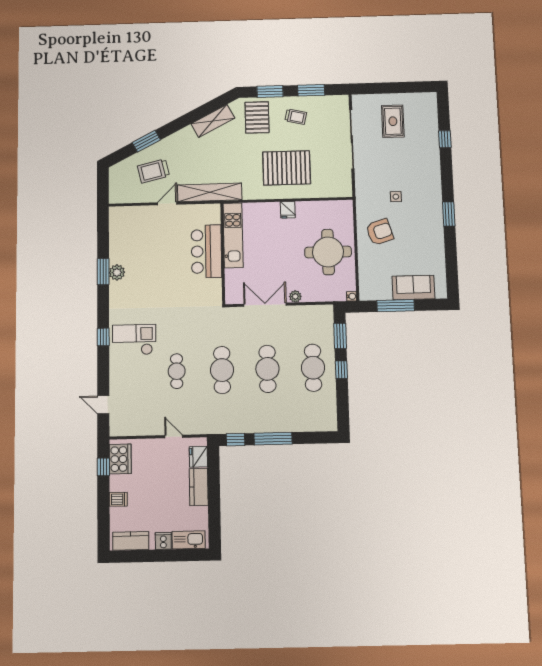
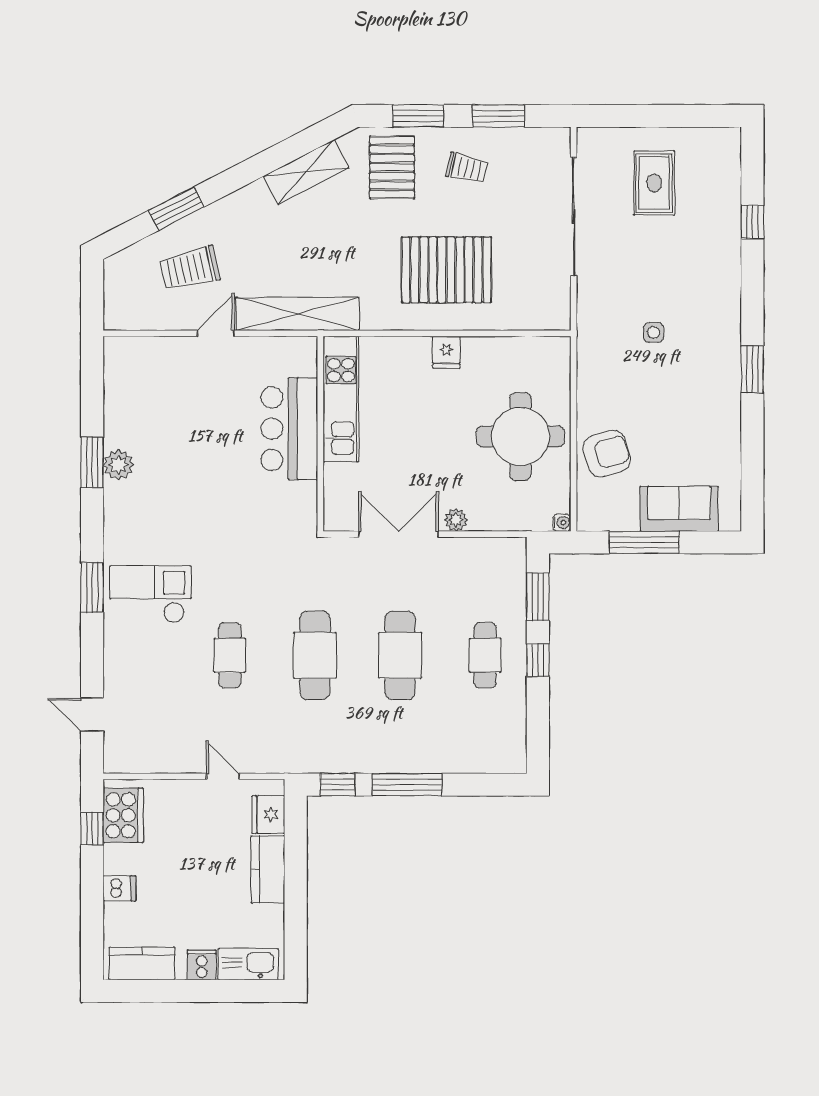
armchair: (380, 232) -> (607, 453), moved
window: (103, 337) -> (92, 587), width x1.50
cafe table: (313, 368) -> (485, 655), width x0.73, depth x0.74

